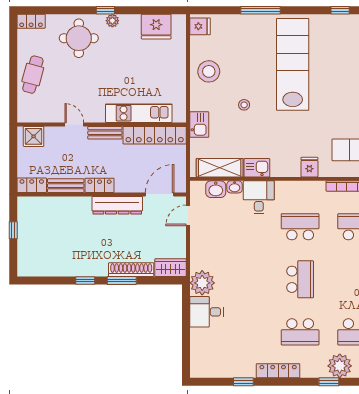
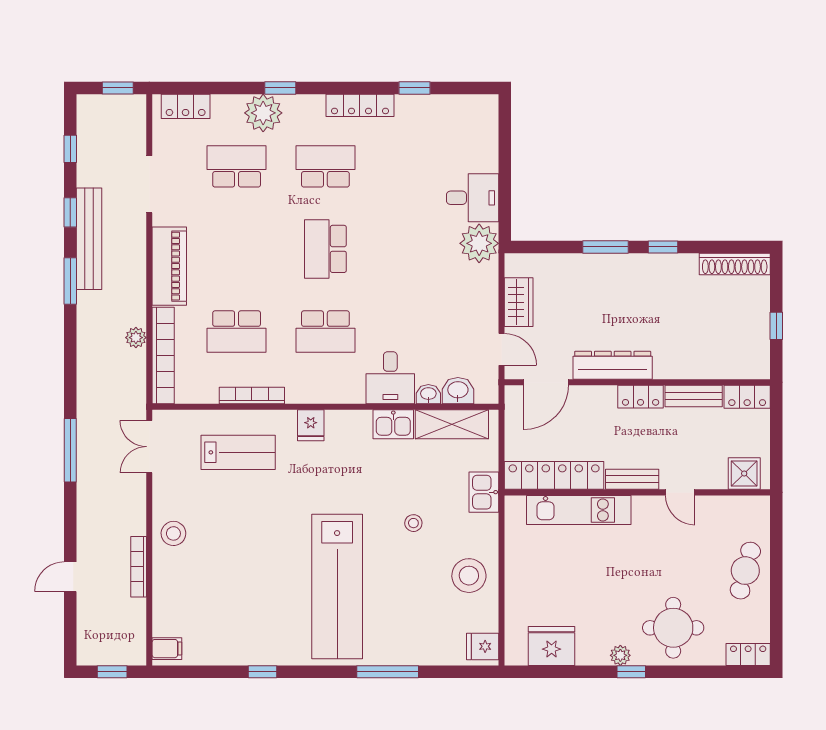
door: (188, 215) -> (502, 349), hinge flipped
wardrobe: (171, 268) -> (519, 302), moved, turned -90
shoe rack: (131, 270) -> (735, 264), moved

